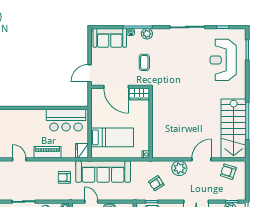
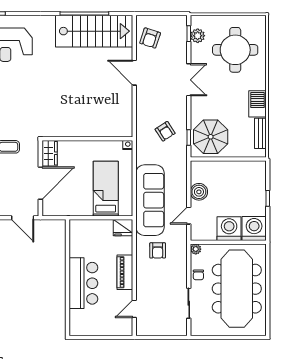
bar counter: (66, 120) -> (83, 283), moved
plant: (179, 168) -> (146, 101), removed

